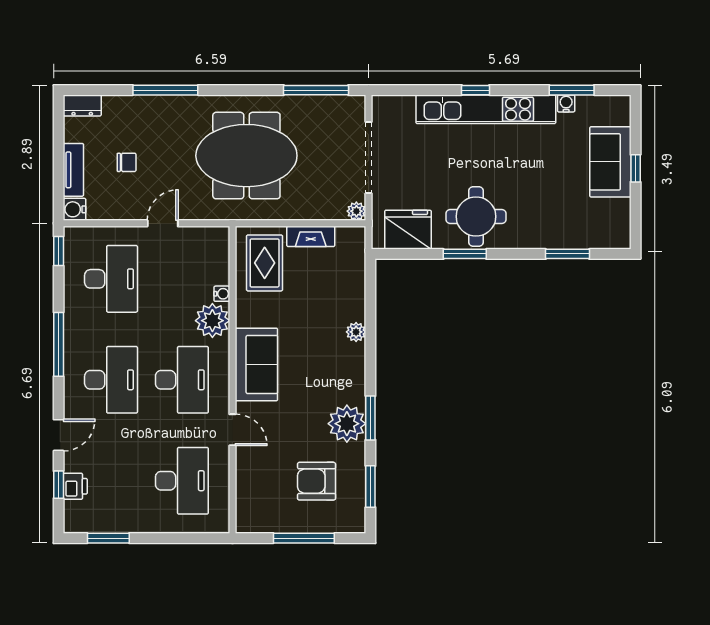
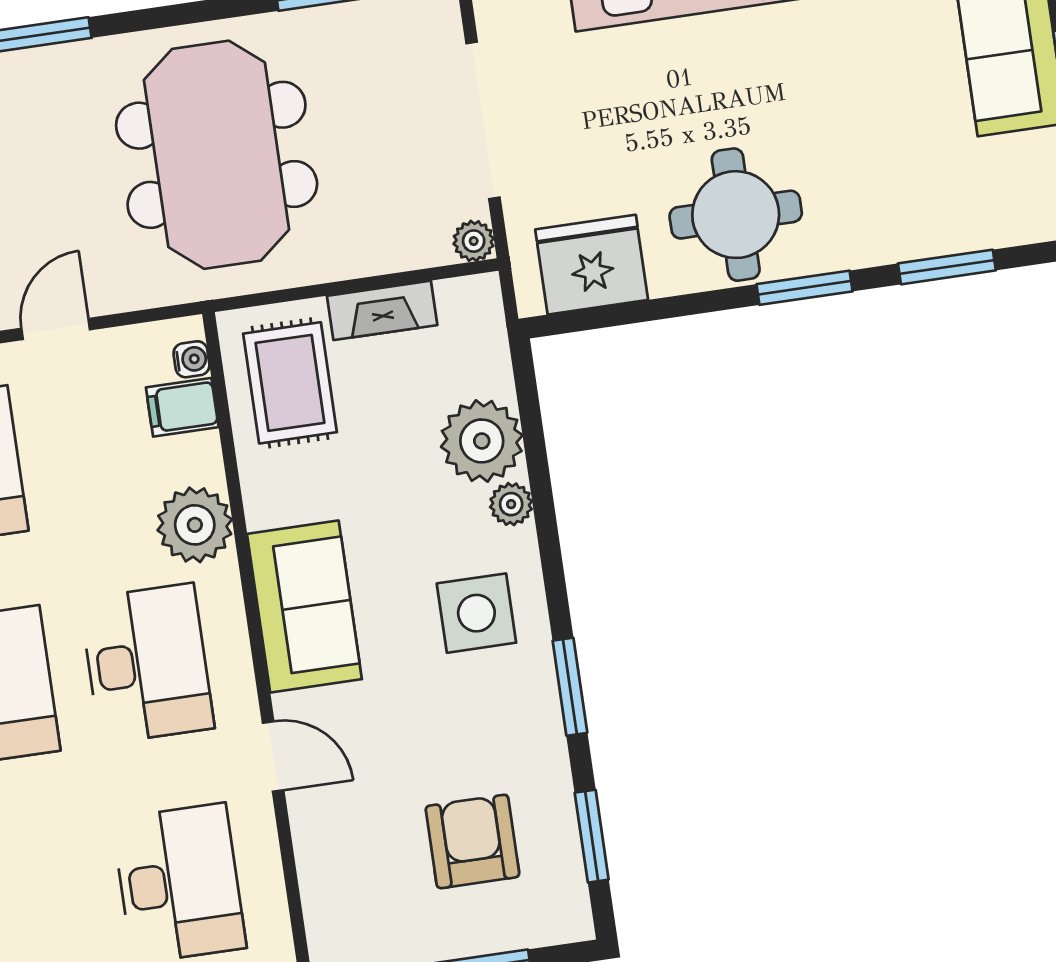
meeting table: (246, 156) -> (217, 155), turned 90
window: (465, 254) -> (805, 288), moved
filing cabinet: (214, 267) -> (182, 407), added
water cooler: (222, 294) -> (192, 359), moved
side table: (333, 379) -> (476, 613), added
plant: (347, 424) -> (482, 441), moved
armchair: (317, 481) -> (472, 841), turned 90

